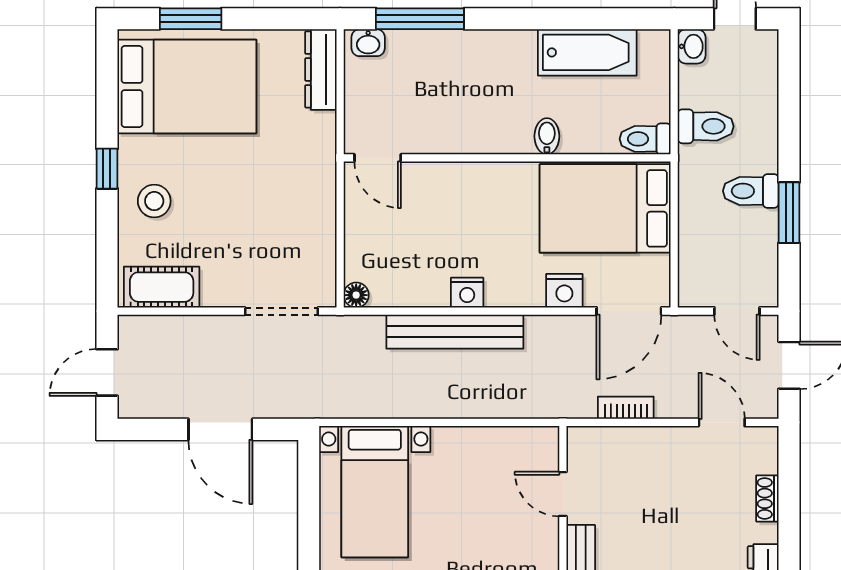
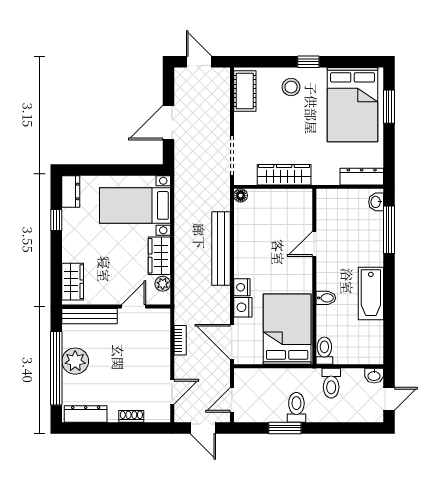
bathtub: (587, 52) -> (371, 293), moved
door: (378, 158) -> (314, 244), moved
wardrobe: (317, 214) -> (284, 175), added
nightstand: (467, 293) -> (242, 287), moved
plant: (521, 440) -> (163, 284), added
wardrobe: (468, 446) -> (159, 256), added

